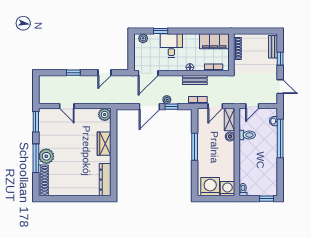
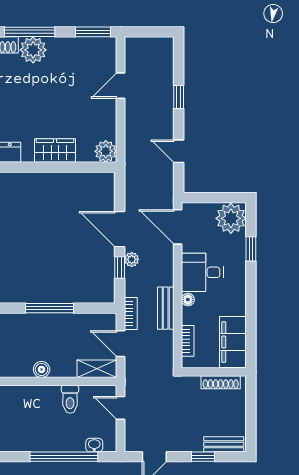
plant: (143, 38) -> (231, 218), width x1.88, depth x1.88
desk: (171, 46) -> (202, 272), moved, turned 180
boiler: (230, 136) -> (42, 369), moved

